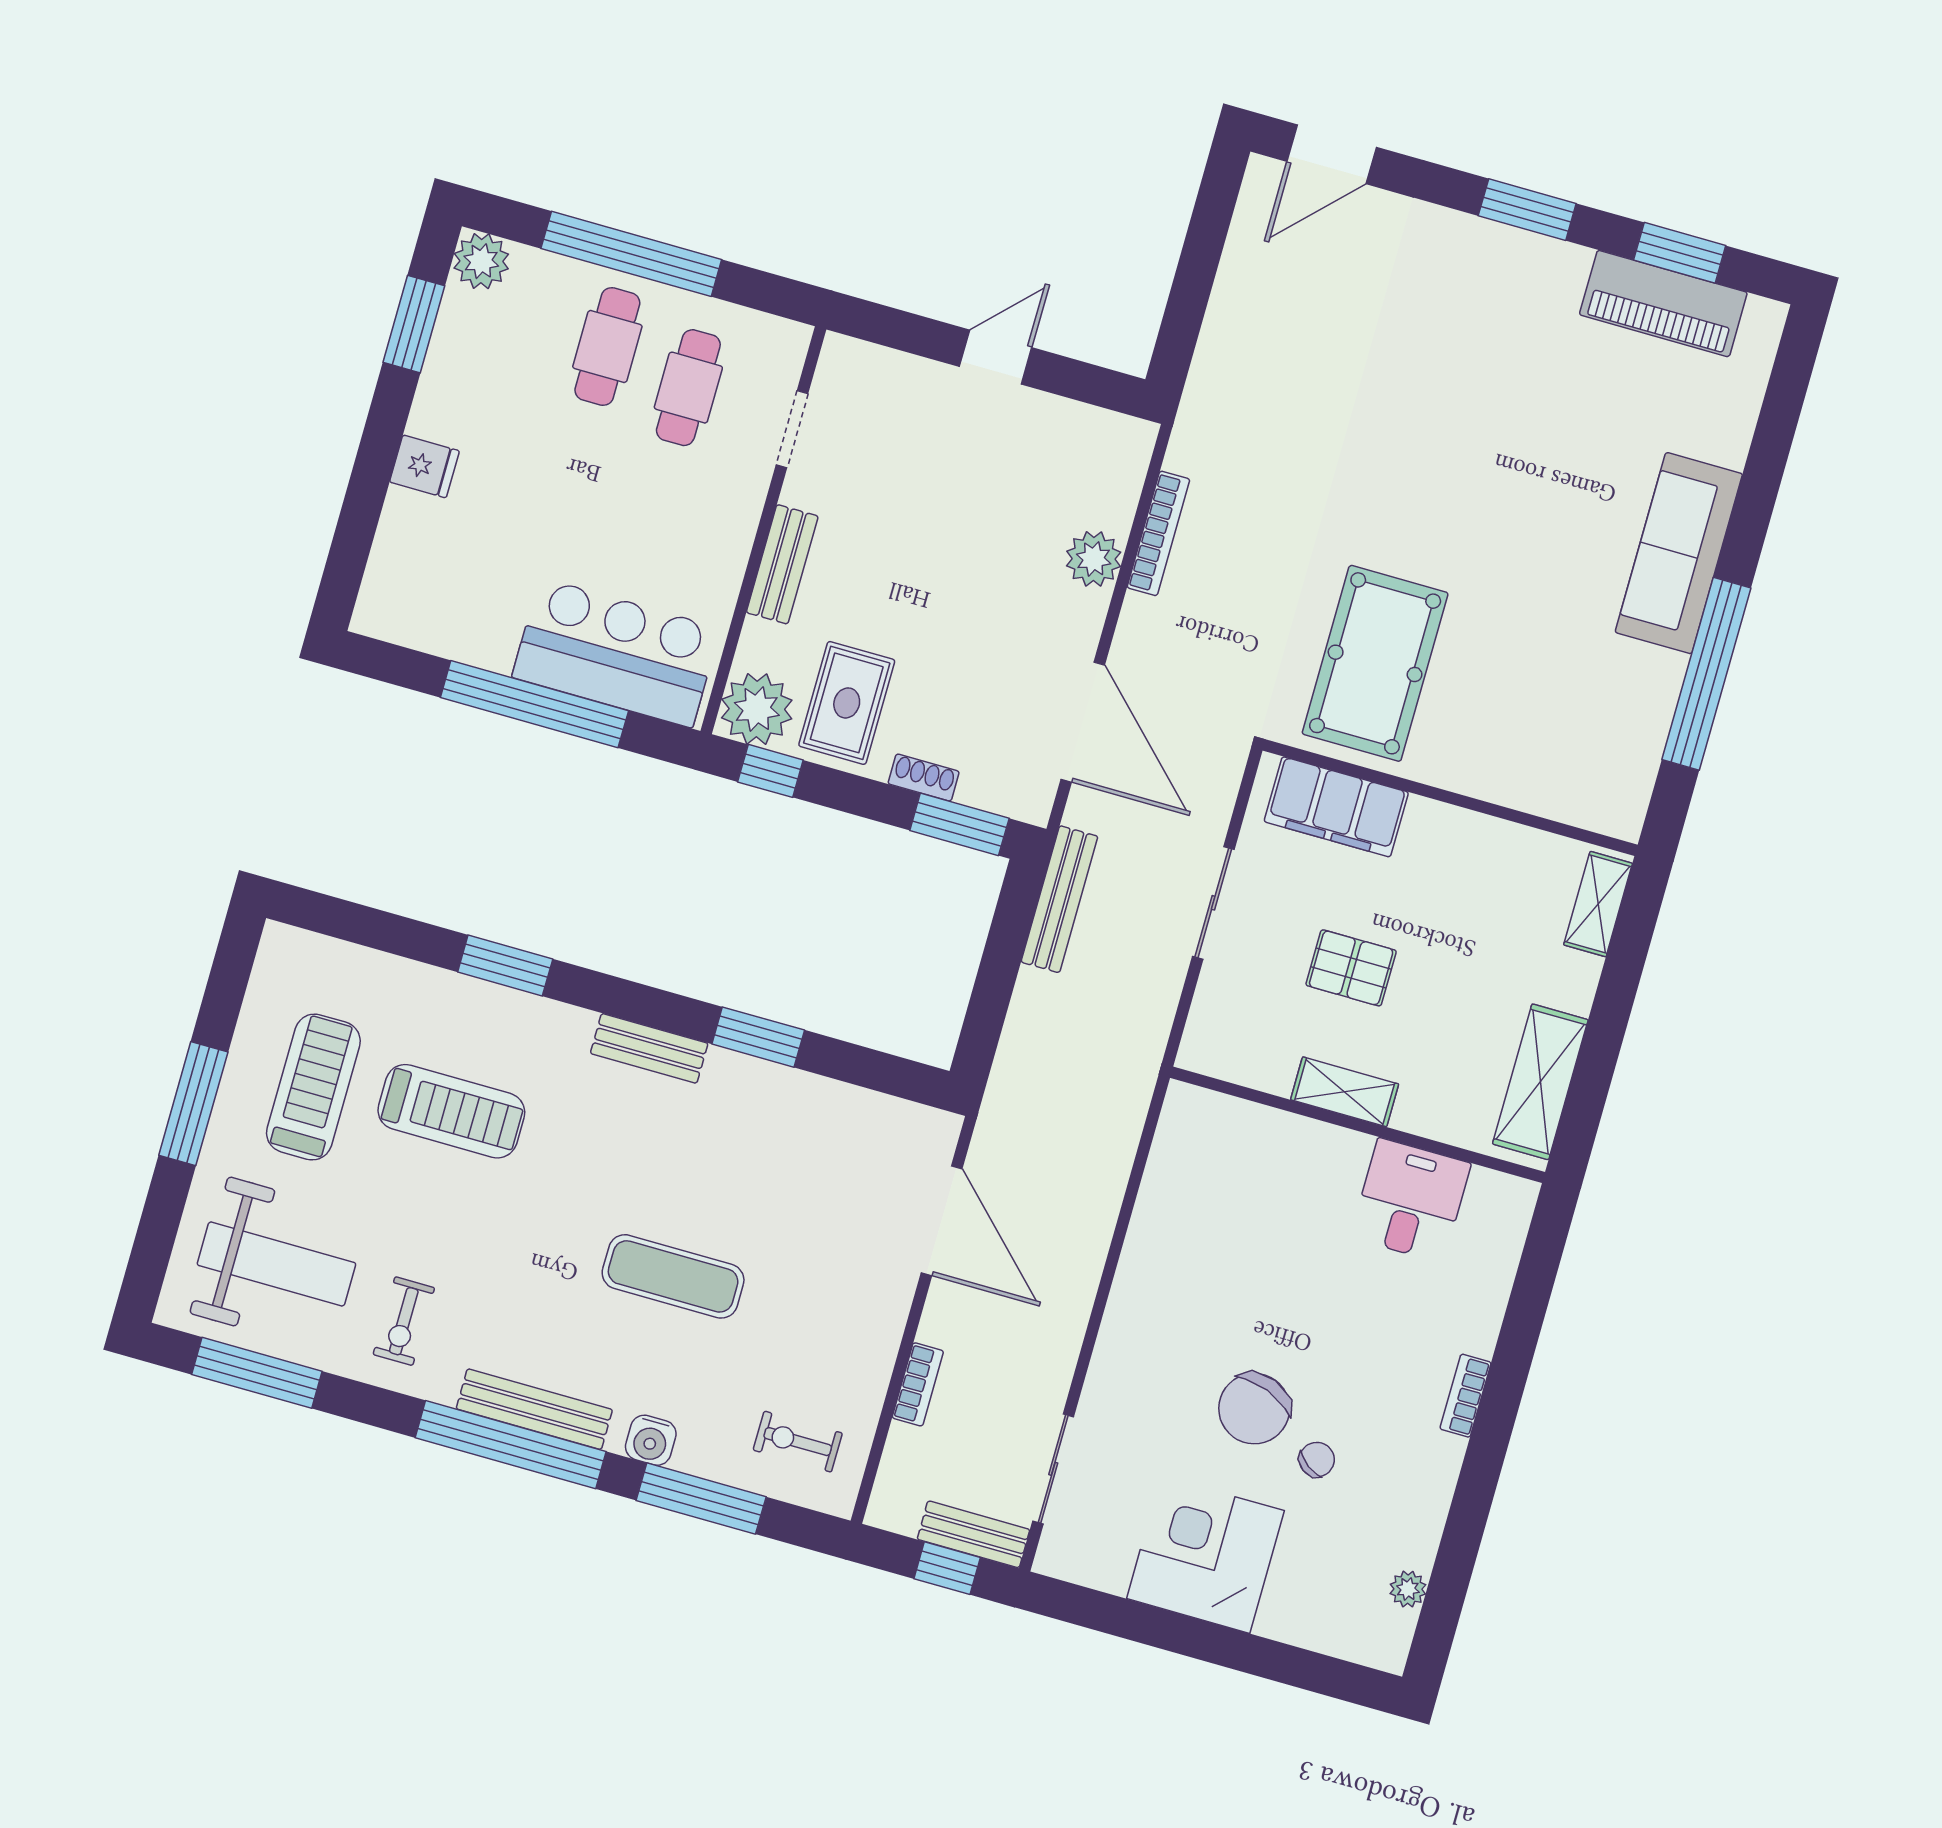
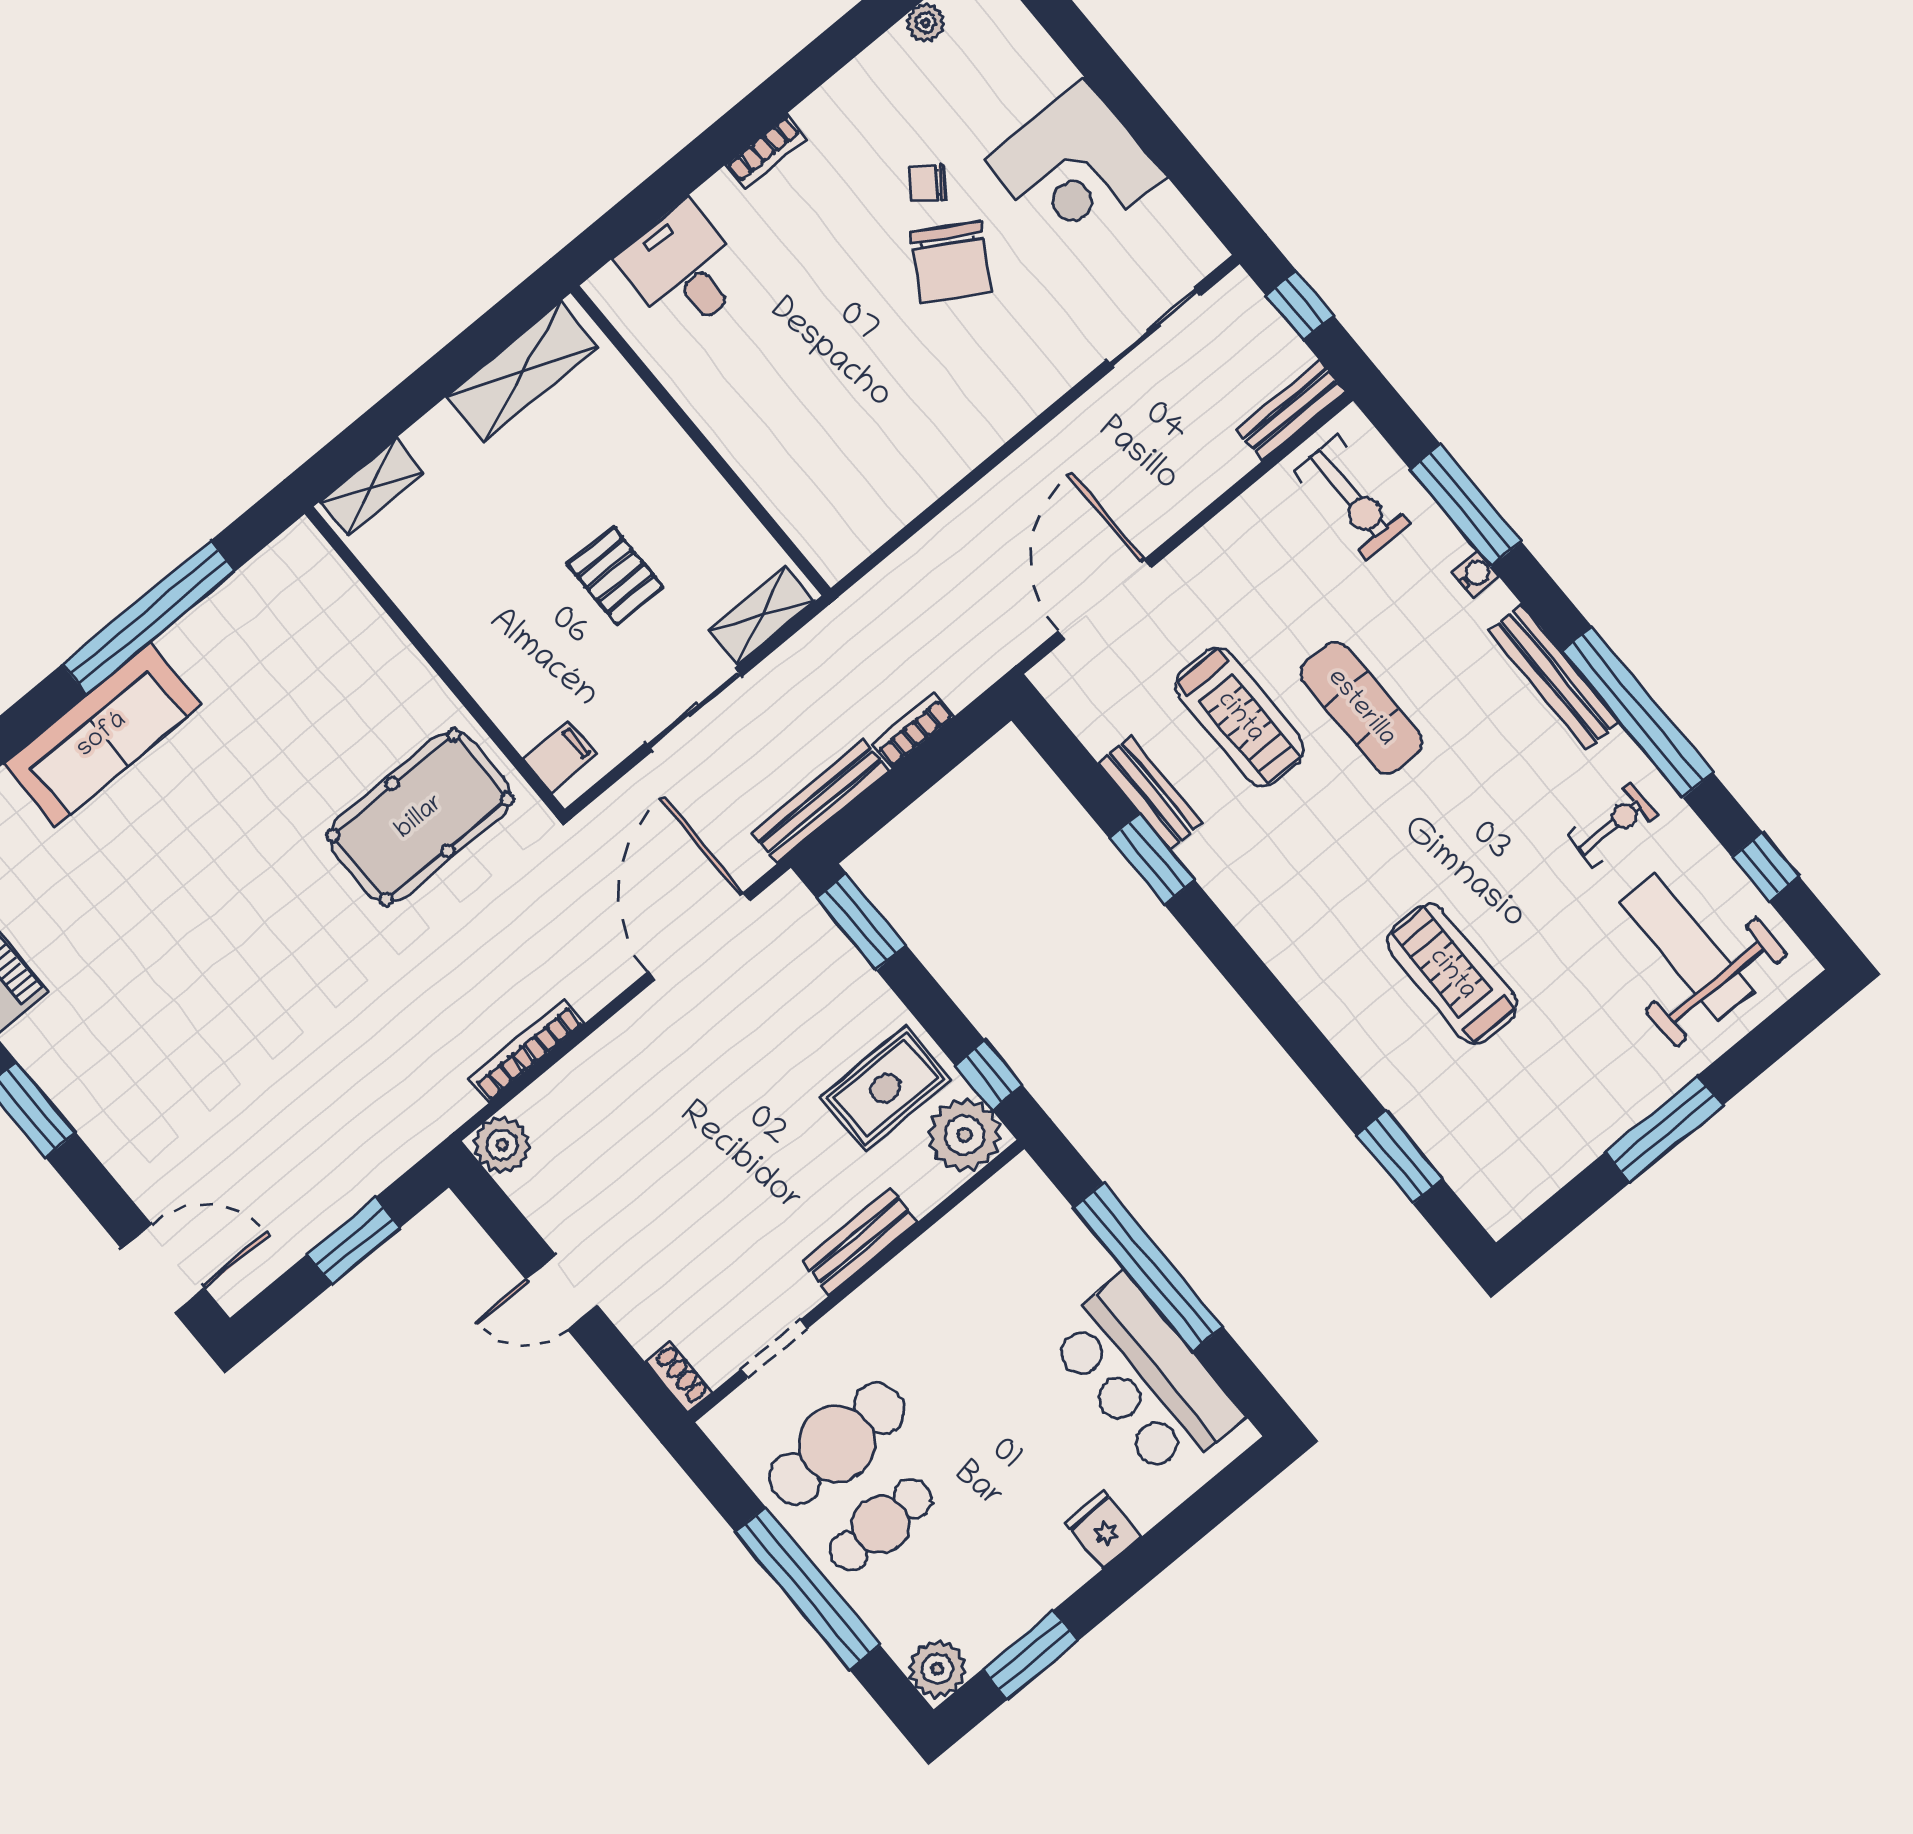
window: (1193, 283) -> (354, 1241), added
cafe table: (688, 388) -> (837, 1444), width x1.37, depth x1.35
plant: (1094, 559) -> (502, 1145), moved
bar counter: (616, 653) -> (1144, 1377), moved
shoe rack: (924, 778) -> (679, 1377), moved, turned 180
filing cabinet: (1336, 807) -> (560, 757), width x0.33, depth x0.86
window: (505, 965) -> (1399, 1157), moved
bench: (649, 1048) -> (1151, 793), moved
treadmill: (313, 1087) -> (1240, 717), moved, turned -90
shelving: (1345, 1092) -> (762, 616), moved, turned 90
desk: (1411, 1200) -> (683, 269), moved, turned 90
window: (257, 1373) -> (1766, 867), width x0.46
bookcase: (918, 1384) -> (913, 730), moved
chair: (1254, 1409) -> (951, 262), turned 100
water cooler: (651, 1440) -> (1475, 574), width x0.72, depth x0.72
exercise bike: (798, 1442) -> (1352, 498), width x1.38, depth x1.39
window: (511, 1445) -> (1637, 712), moved
bench: (974, 1534) -> (1291, 410), moved, turned 90

